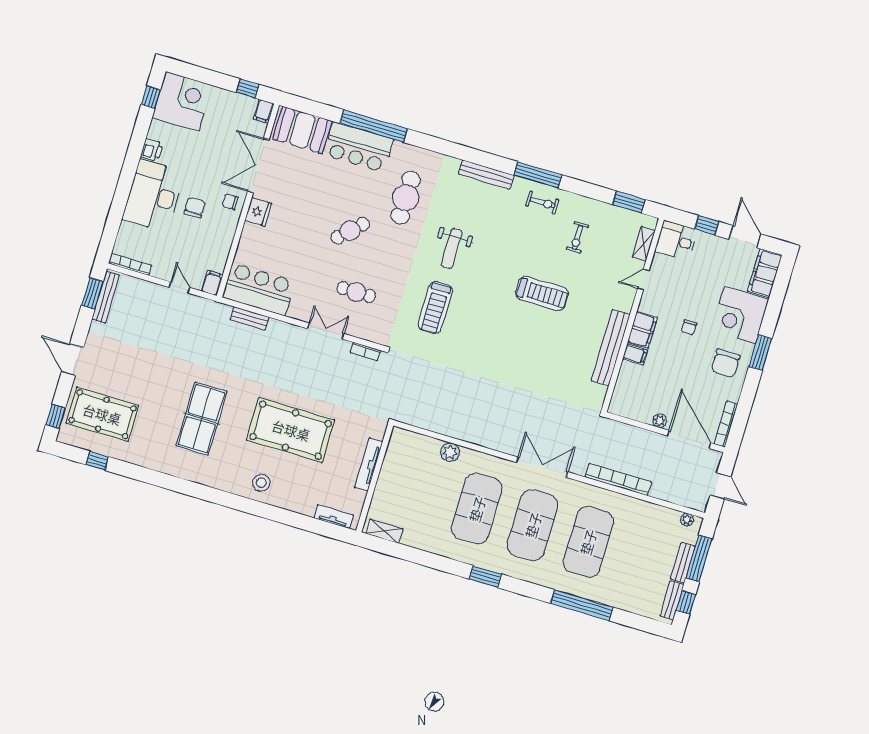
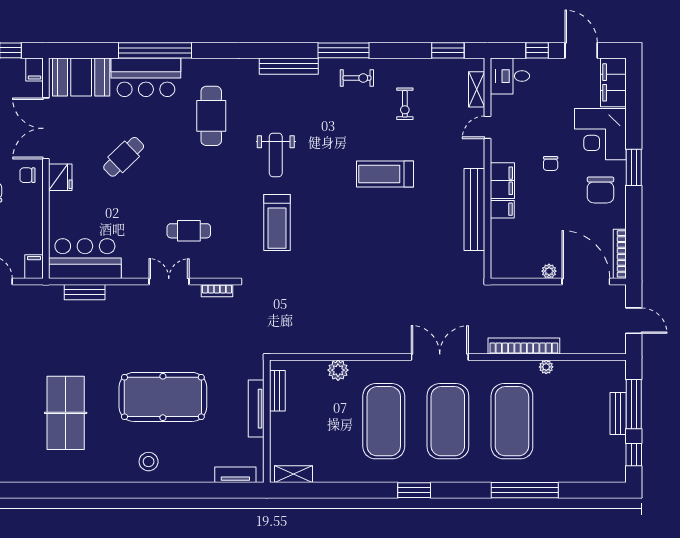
cafe table: (350, 231) -> (124, 157), moved
treadmill: (542, 293) -> (385, 174), turned 180
plant: (687, 520) -> (546, 367), moved
bench: (672, 600) -> (277, 391), moved

